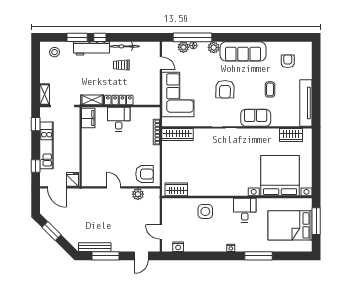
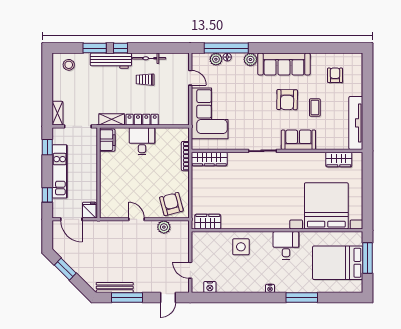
armchair: (225, 89) -> (287, 100), moved
armchair: (144, 174) -> (171, 204), turned -105

